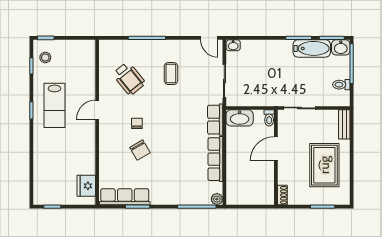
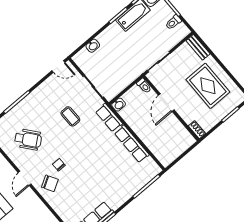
washbasin: (233, 45) -> (93, 46), moved
coffee table: (171, 74) -> (70, 116), moved
washbasin: (240, 118) -> (119, 105), width x0.52, depth x0.69
chair: (140, 150) -> (50, 183), moved
plant: (217, 199) -> (155, 170), removed

